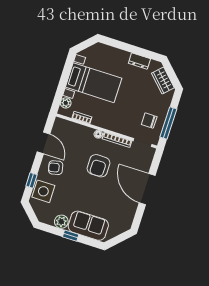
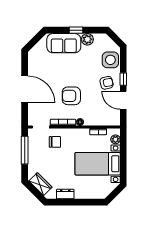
chair: (149, 121) -> (55, 142), moved
armchair: (98, 166) -> (71, 96), turned -90
window: (31, 180) -> (123, 79), moved

